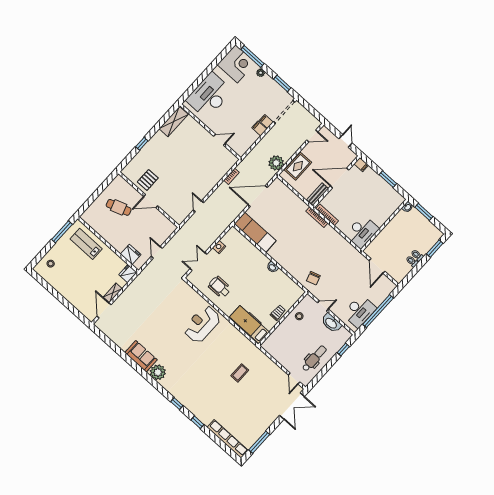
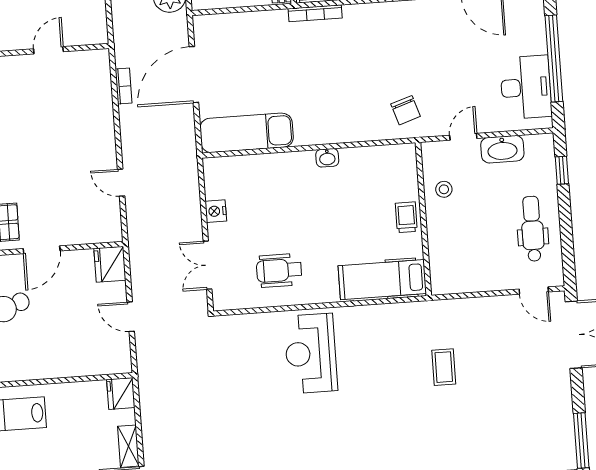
fridge: (131, 254) -> (110, 264), moved, turned -90

